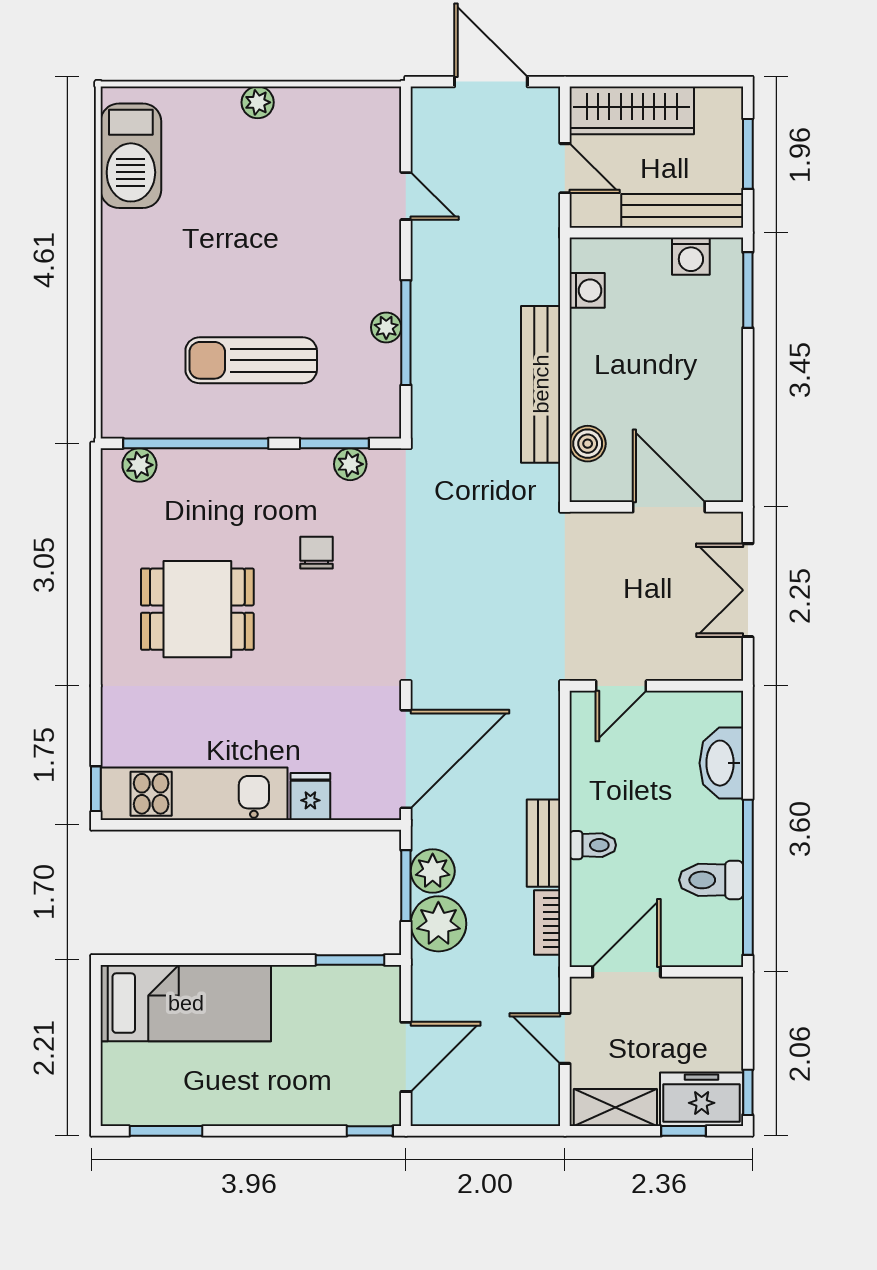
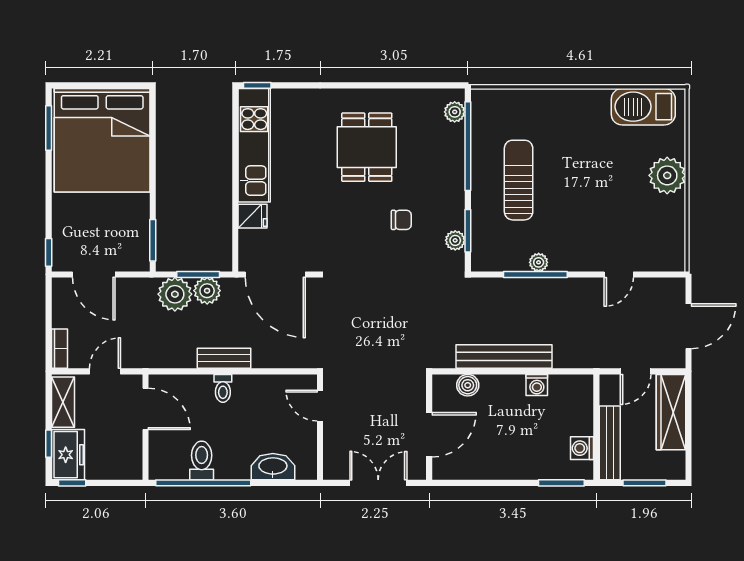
plant: (258, 102) -> (667, 175), width x1.88, depth x1.88
washing machine: (587, 290) -> (537, 385), moved
bookcase: (547, 923) -> (59, 349), moved, turned 90
bed: (186, 1003) -> (102, 140), width x2.04

